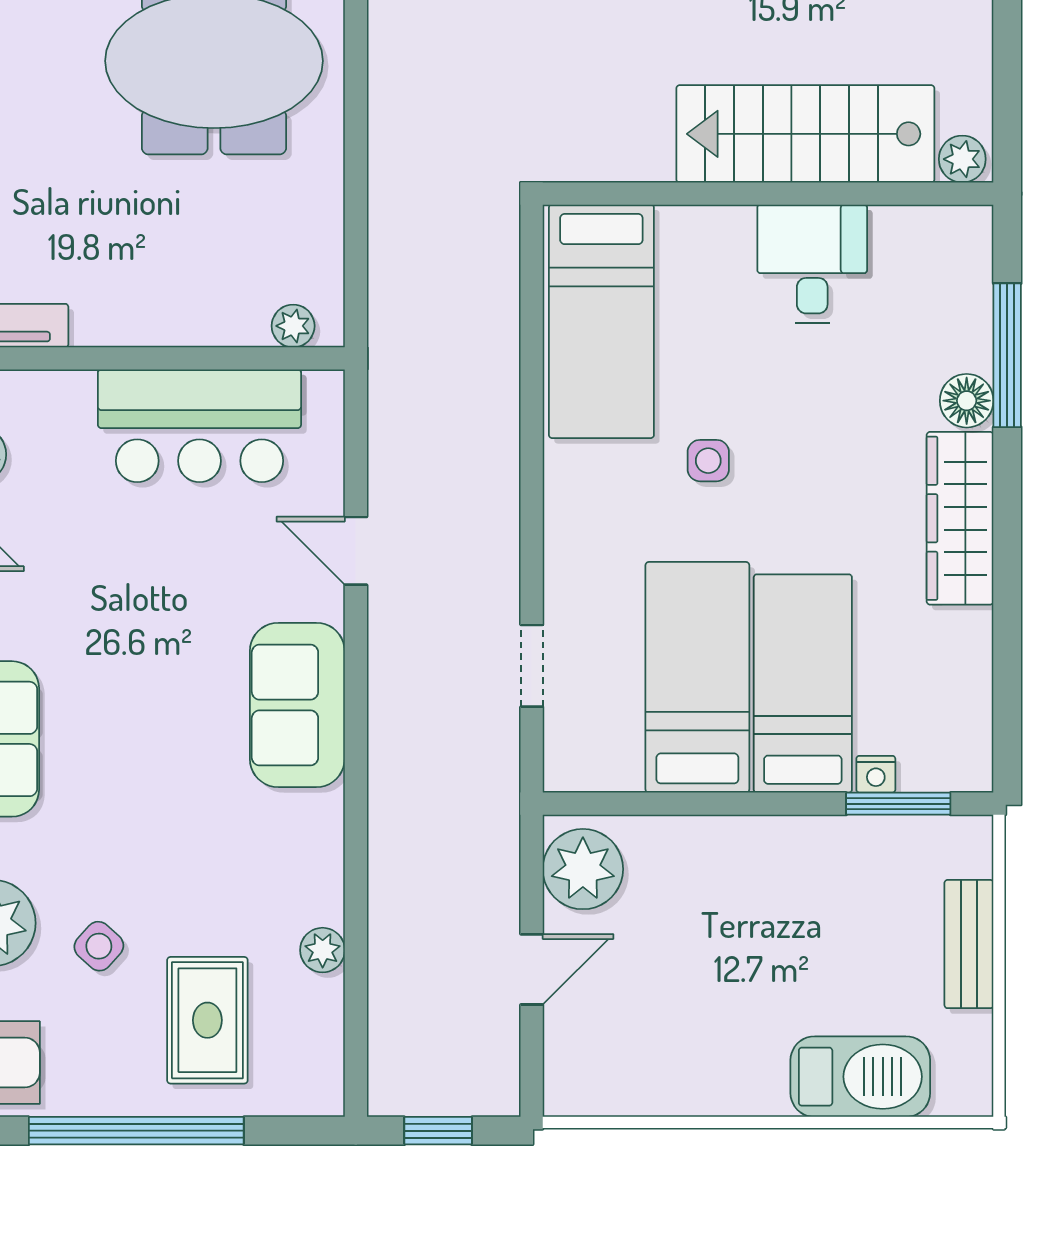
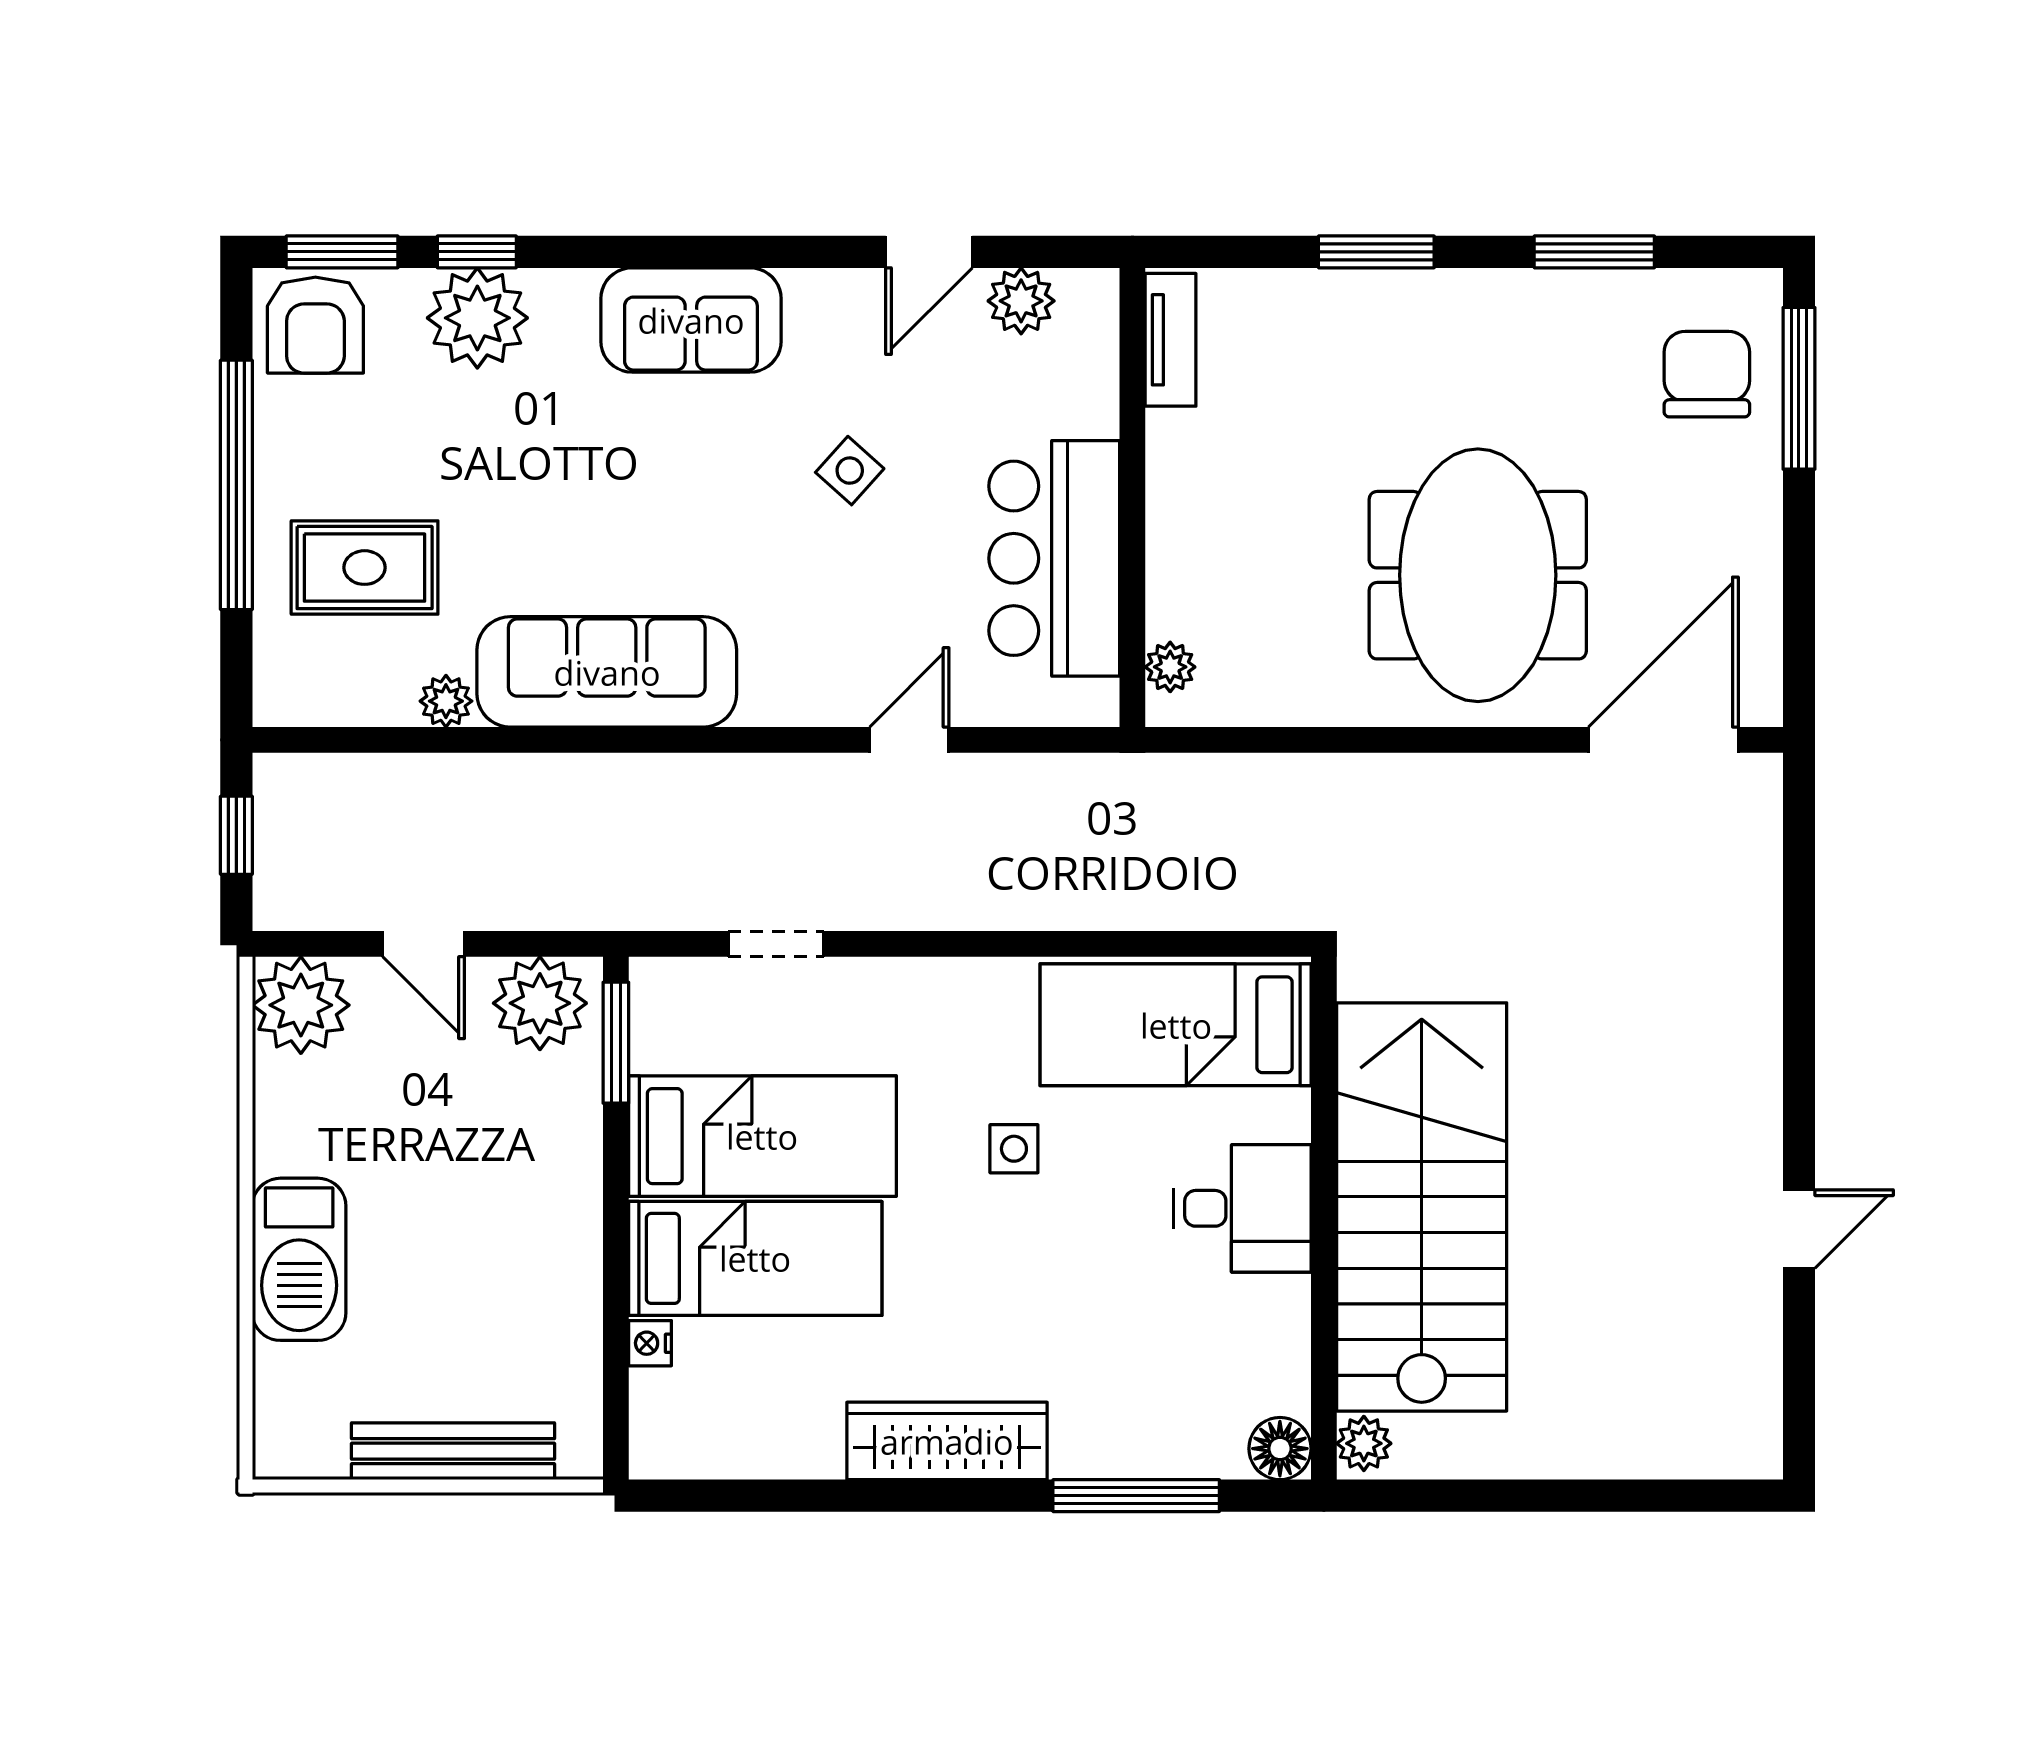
stairs: (805, 134) -> (1422, 1207), width x1.36, depth x1.51
desk: (812, 264) -> (1242, 1208), moved
floor lamp: (967, 401) -> (1280, 1449), moved
sofa: (297, 705) -> (607, 672), moved, width x1.36
window: (898, 804) -> (616, 1043), moved
bench: (969, 944) -> (453, 1451), width x1.36
side table: (99, 946) -> (850, 471), moved
plant: (584, 1075) -> (301, 1005), added
barbecue: (860, 1077) -> (299, 1259), moved

